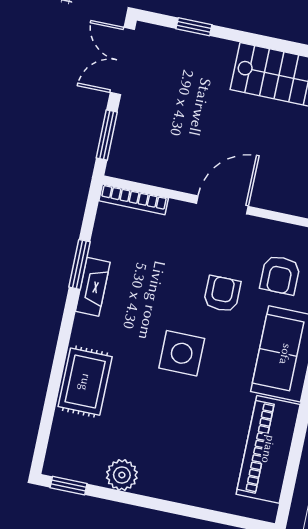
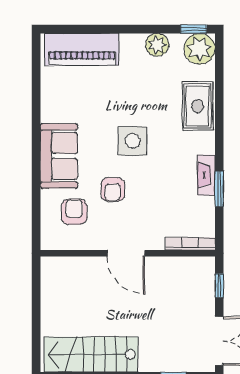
window: (107, 135) -> (219, 286), width x0.67
door: (222, 205) -> (126, 253), hinge flipped
piano: (268, 449) -> (82, 49), moved, turned 90
plant: (66, 458) -> (200, 49), added

